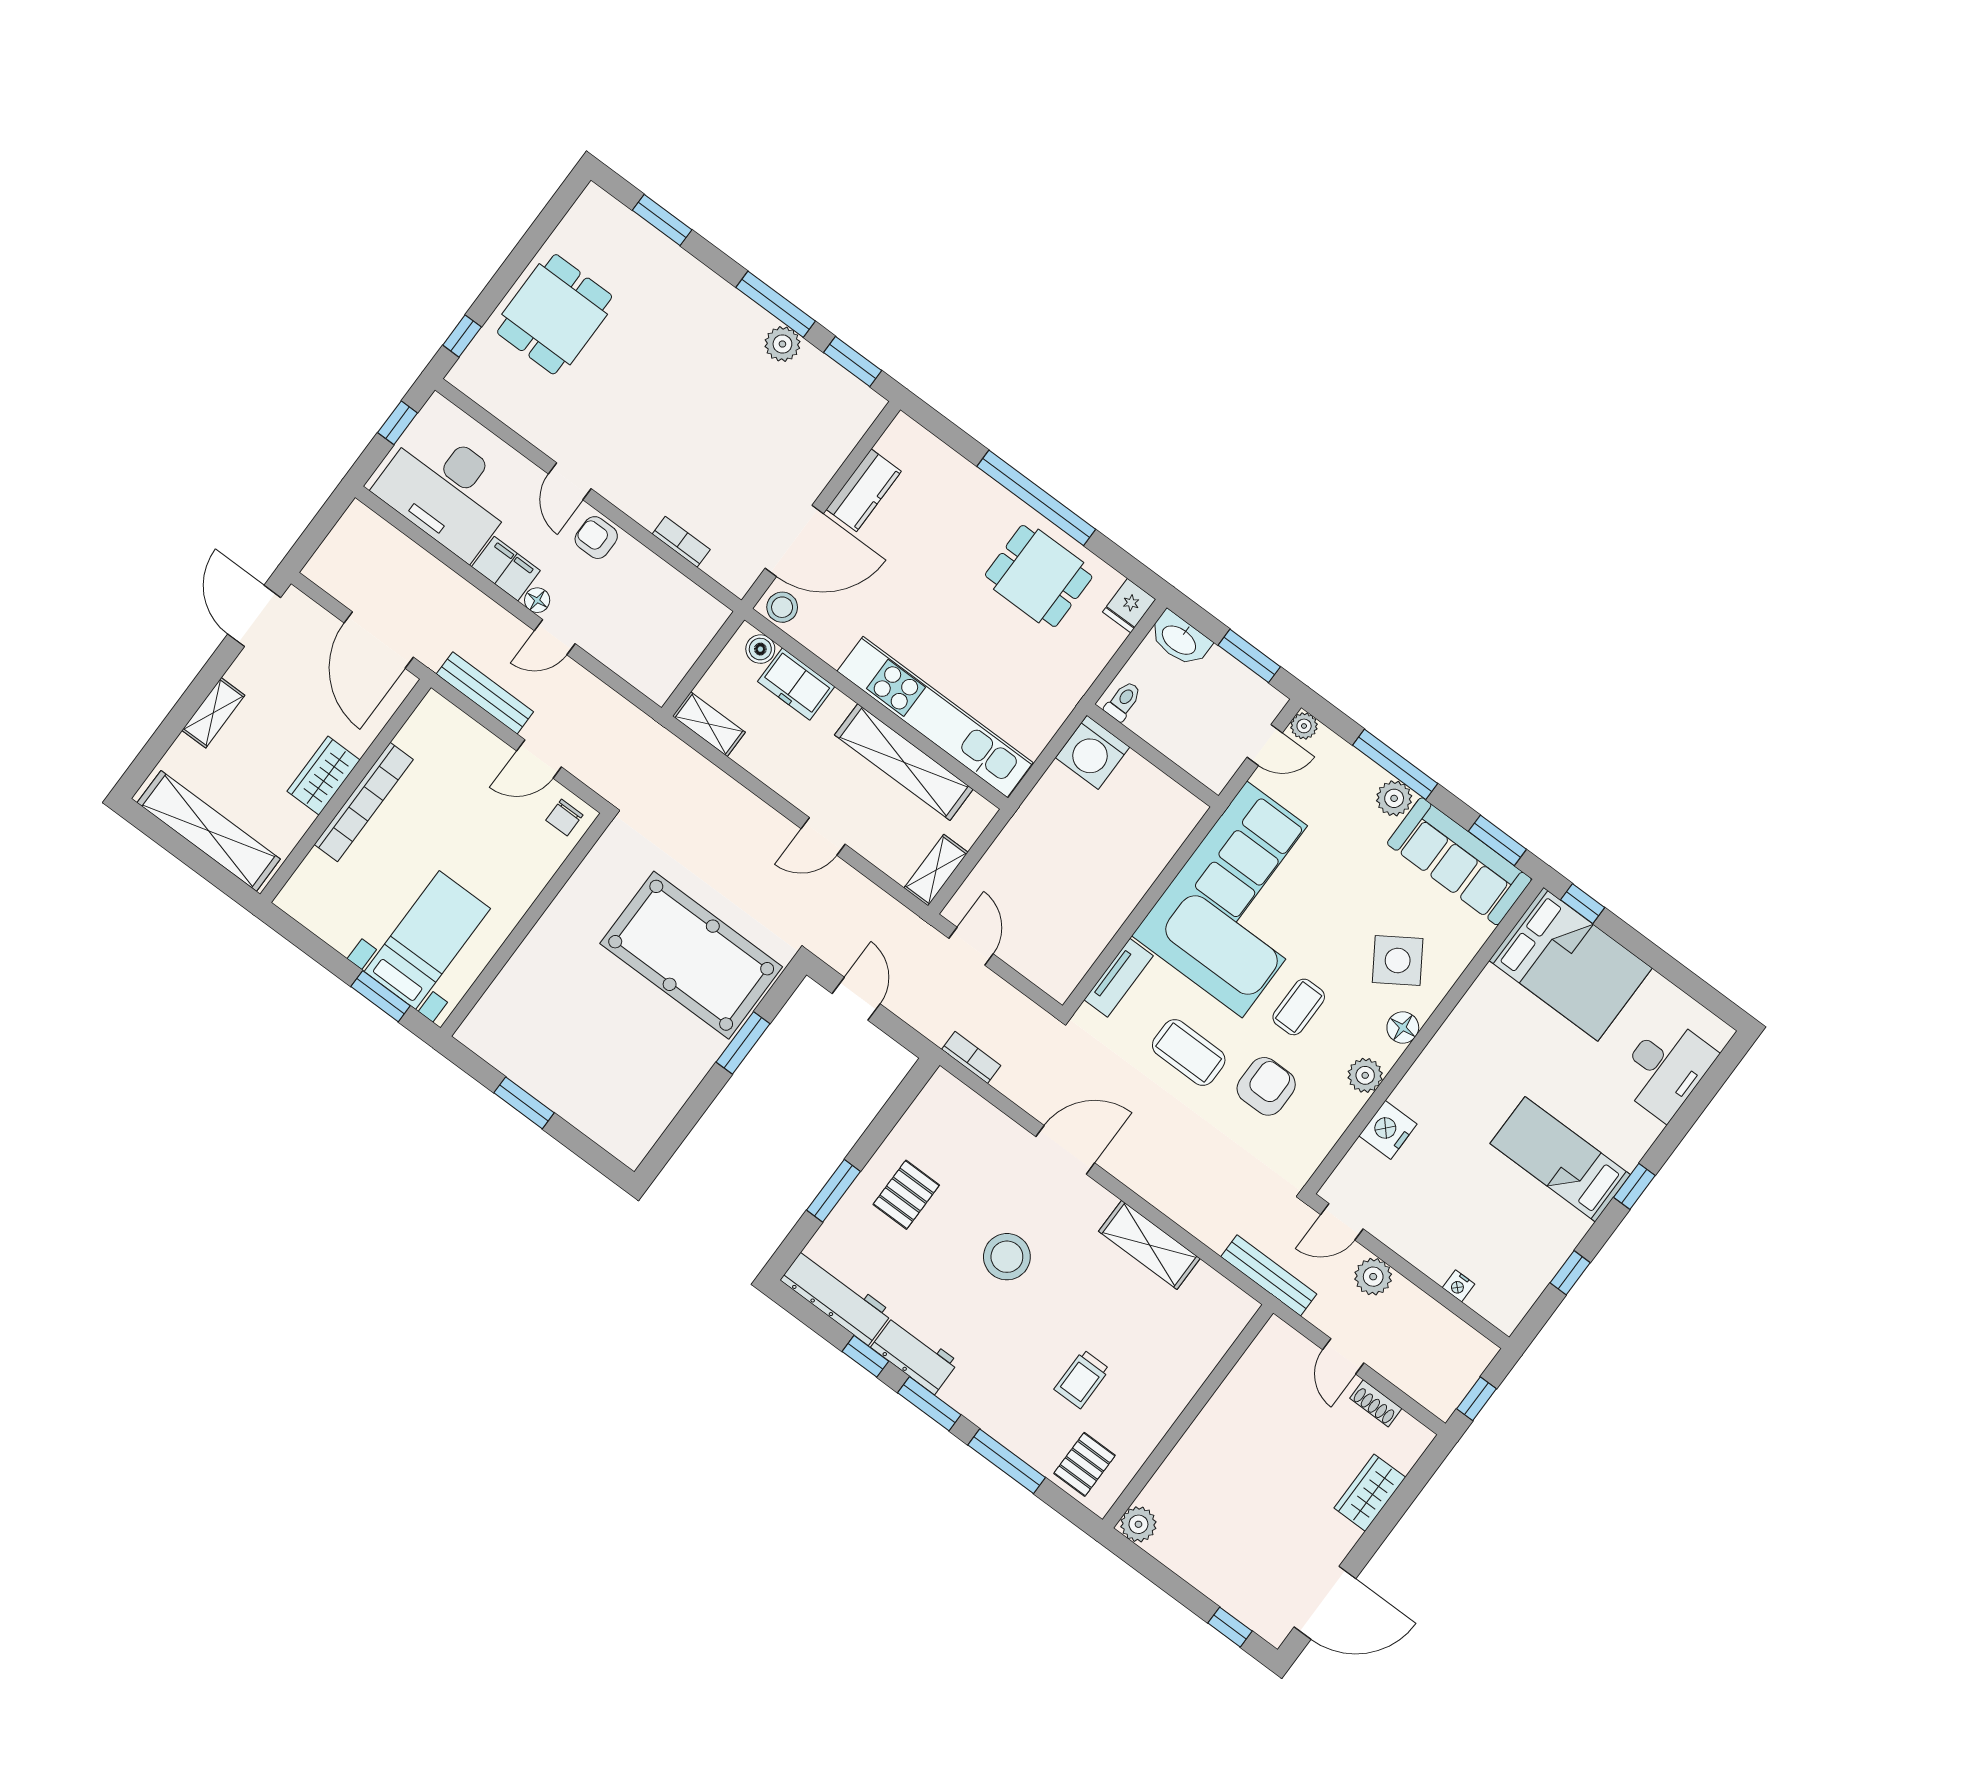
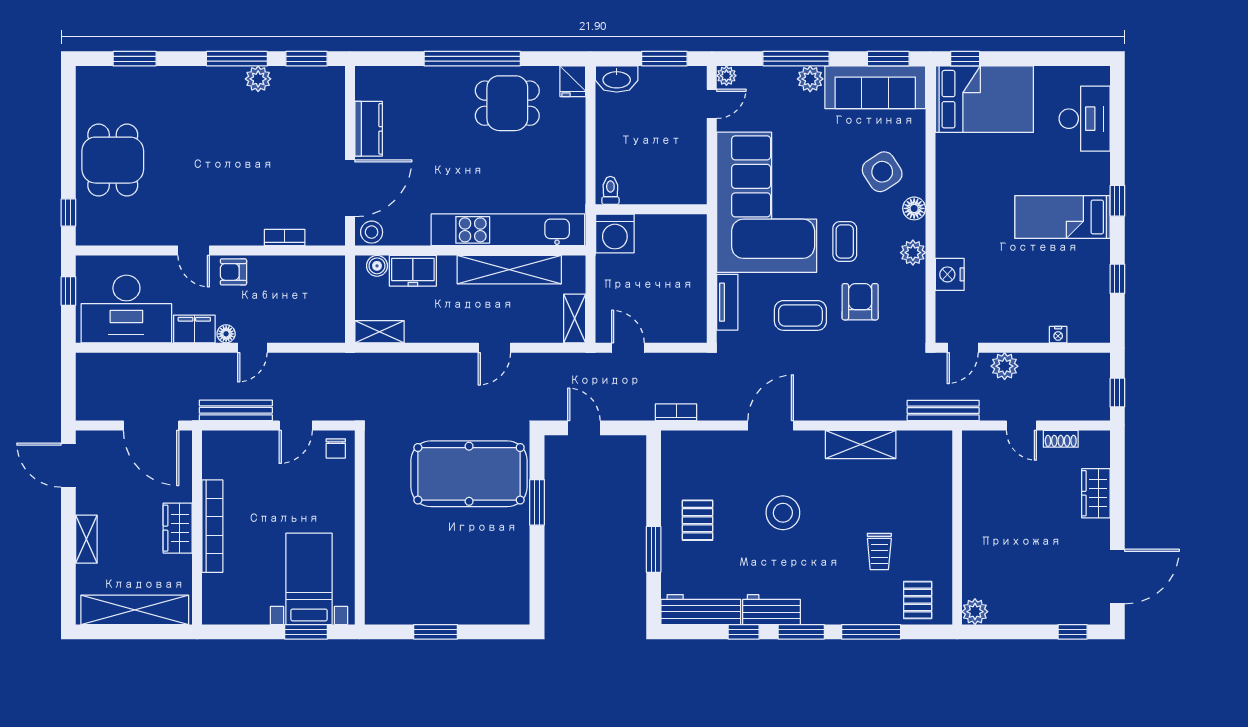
toilet: (1123, 701) -> (610, 190), moved
washing machine: (1093, 752) -> (615, 233), moved
wall: (1153, 755) -> (651, 209), moved

